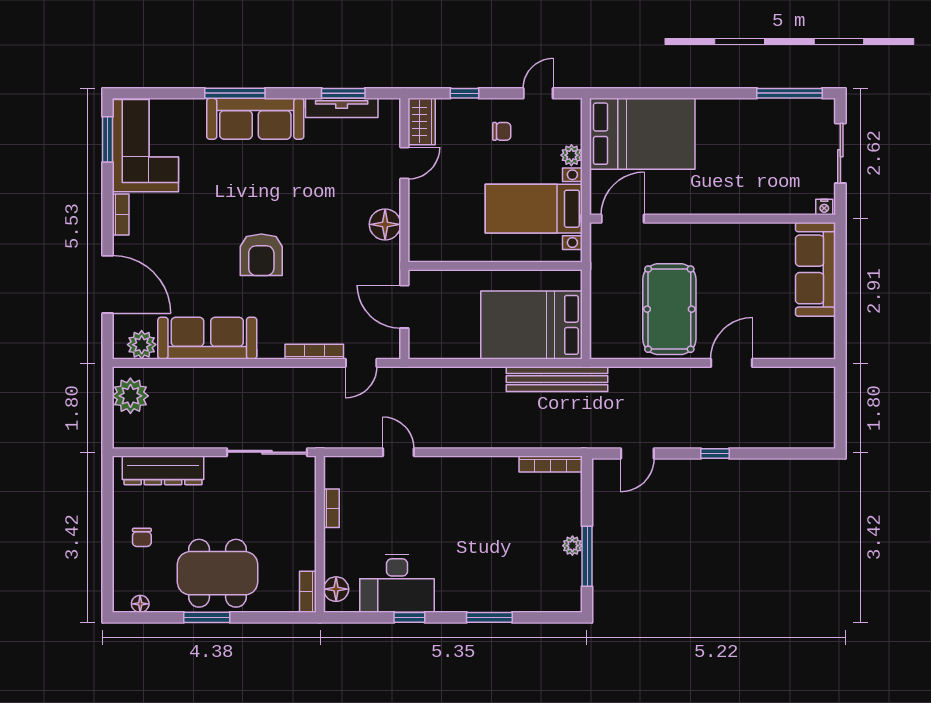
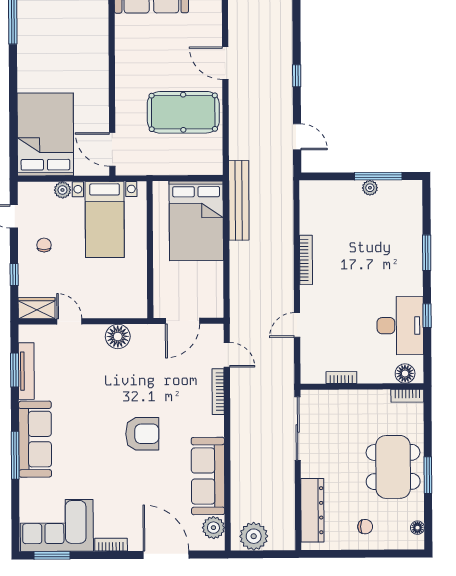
door: (108, 284) -> (166, 555), hinge flipped
bookcase: (551, 464) -> (306, 260), moved

